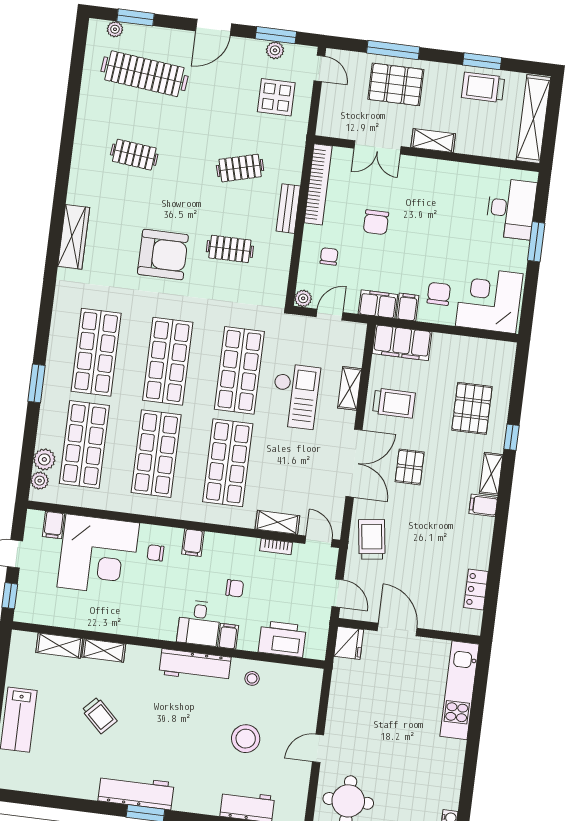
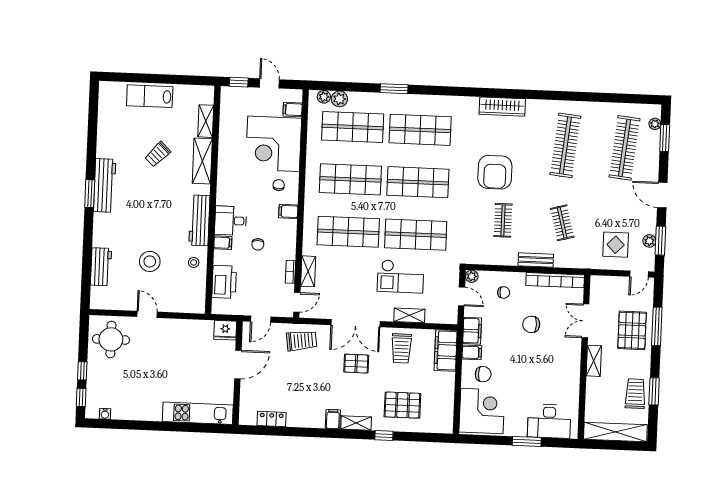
clothes rail: (134, 155) -> (565, 145), width x1.86, depth x1.31
shelving: (104, 650) -> (202, 161), width x1.50, depth x1.33

